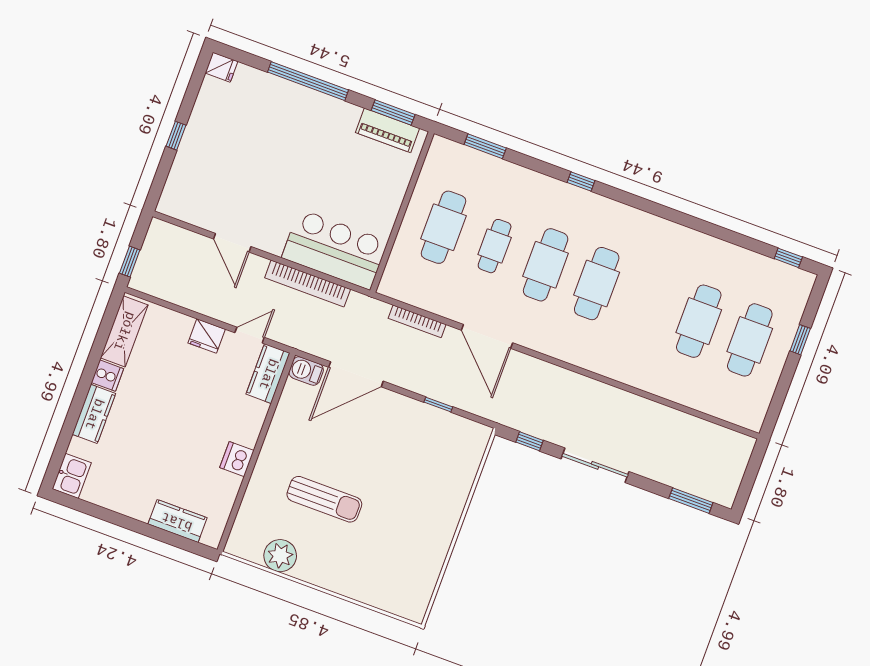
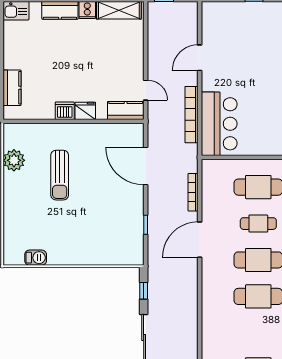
fridge: (207, 336) -> (85, 111), moved, turned 90
barbecue: (306, 371) -> (36, 258), moved, turned 90

